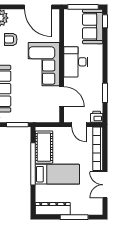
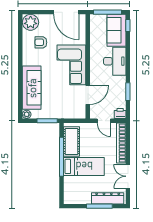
desk: (76, 62) -> (115, 61), moved, turned 180
door: (62, 97) -> (88, 95), hinge flipped
dresser: (53, 209) -> (108, 198), moved

